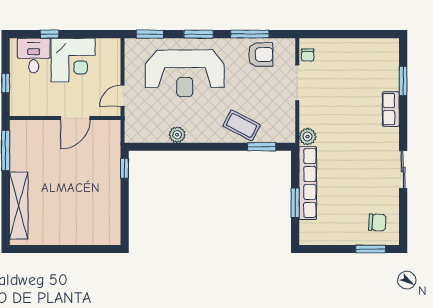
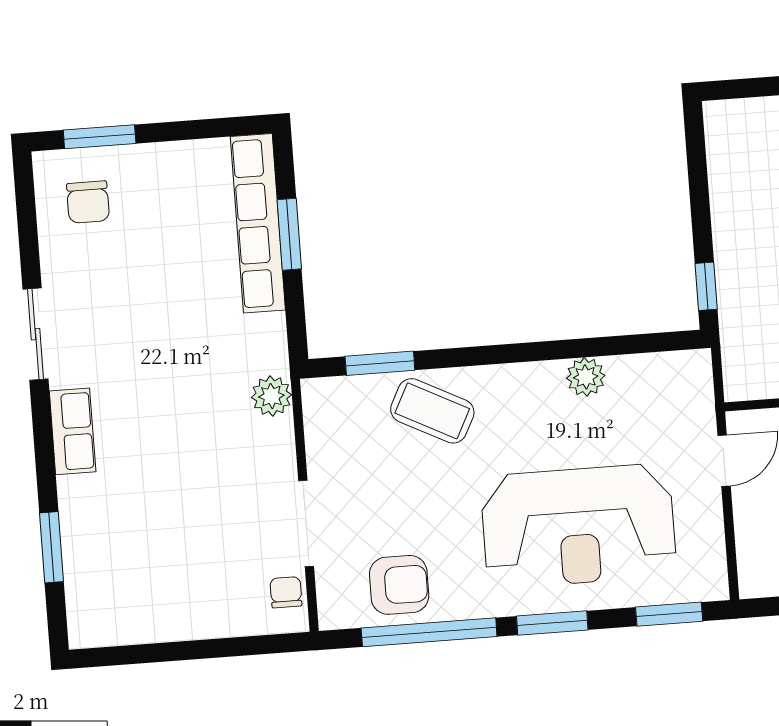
window: (250, 34) -> (429, 632), width x1.46
armchair: (261, 55) -> (399, 585), turned 180
reception desk: (185, 73) -> (578, 526), turned 180
row of seats: (391, 109) -> (73, 431), moved
row of seats: (308, 183) -> (258, 223), moved
chair: (377, 222) -> (88, 202), turned -93

